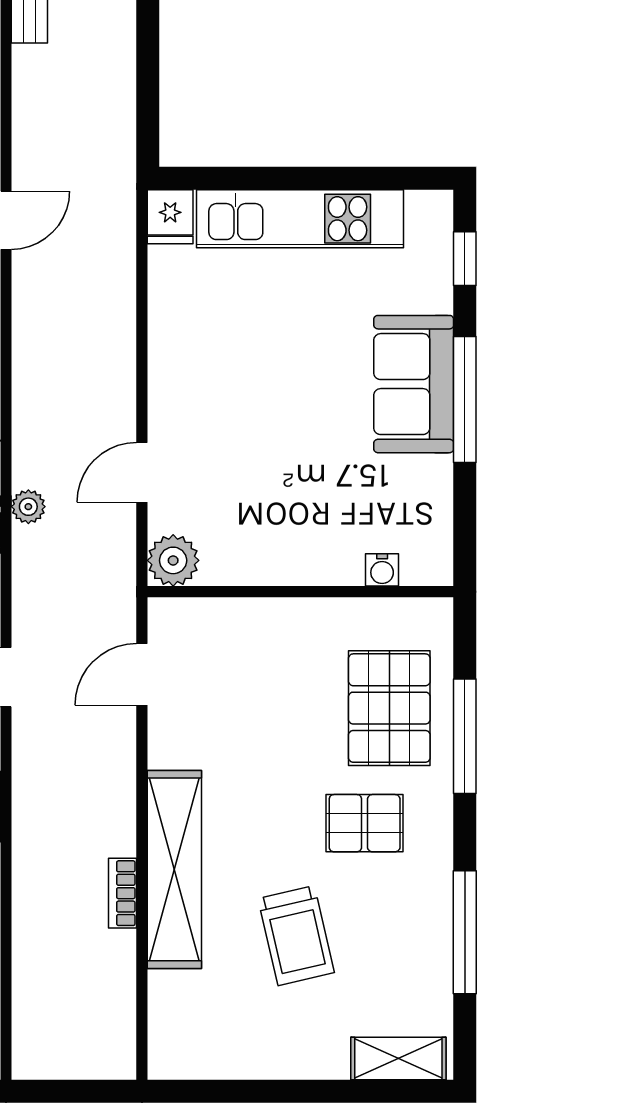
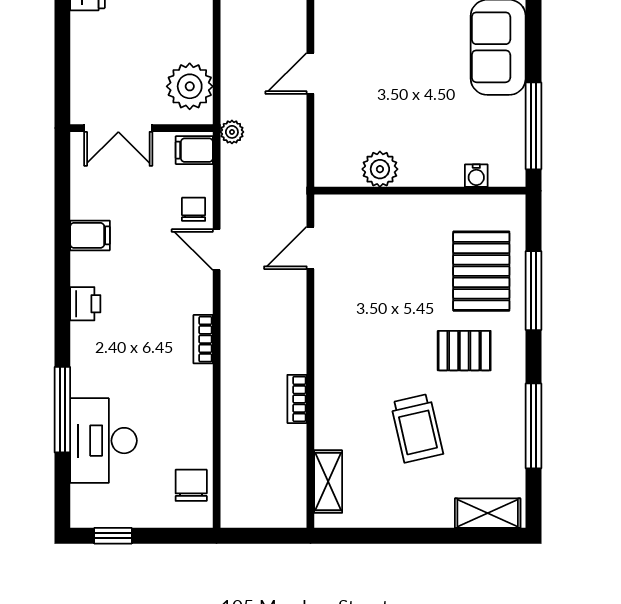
window: (465, 399) -> (533, 126), moved
door: (142, 472) -> (310, 73), moved
plant: (173, 560) -> (380, 169), moved
shelving: (174, 869) -> (328, 482), moved, width x0.45, depth x0.75

